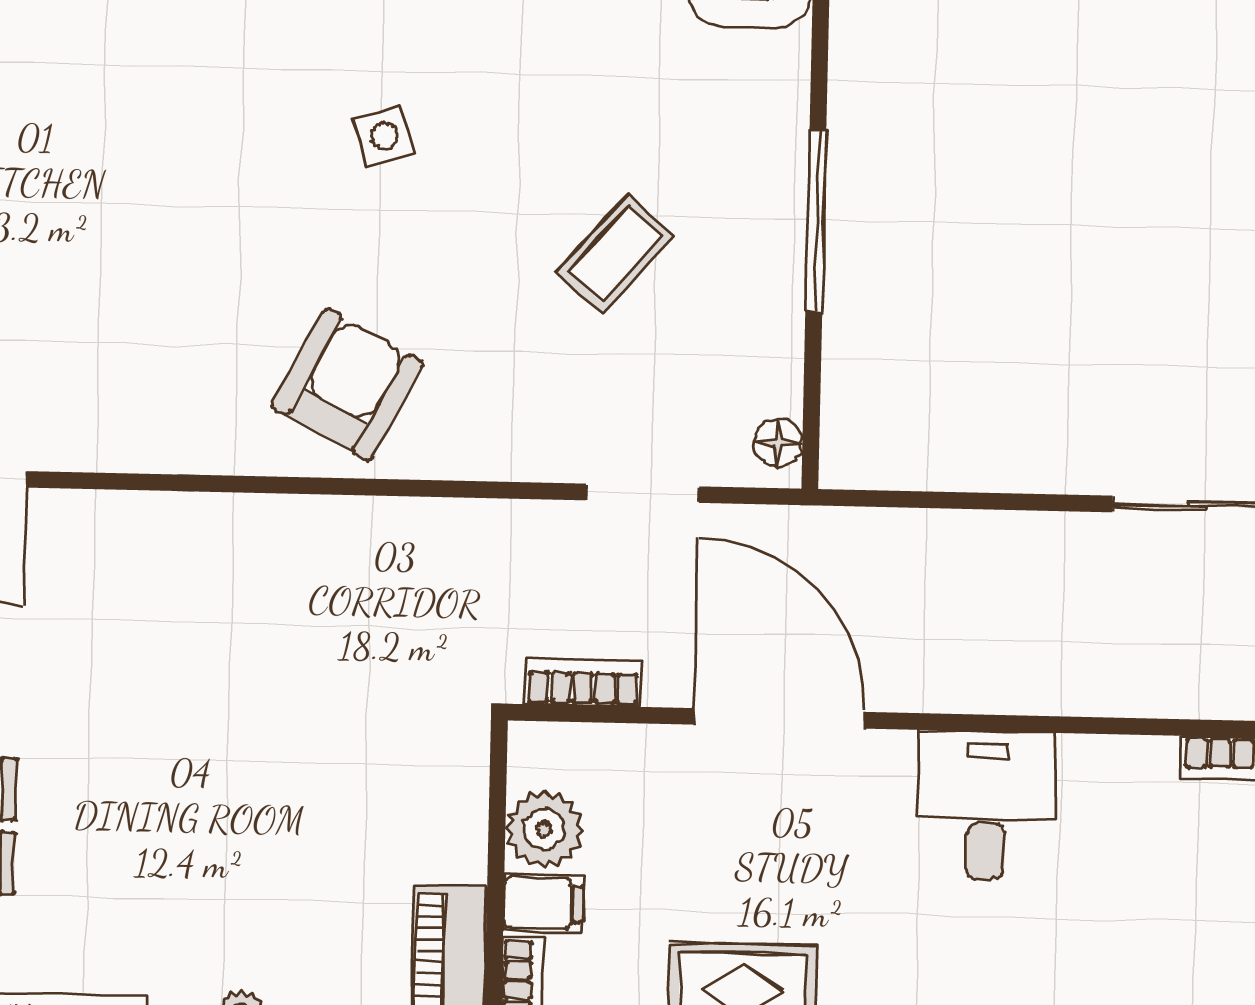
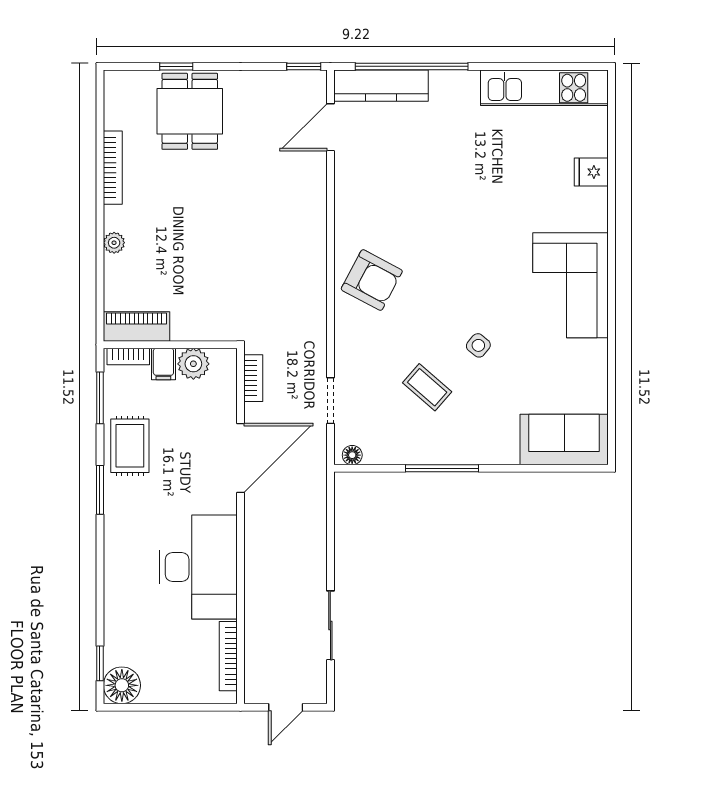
side table: (384, 136) -> (478, 345), moved, turned -34
desk: (986, 805) -> (198, 567), width x1.87, depth x1.30

